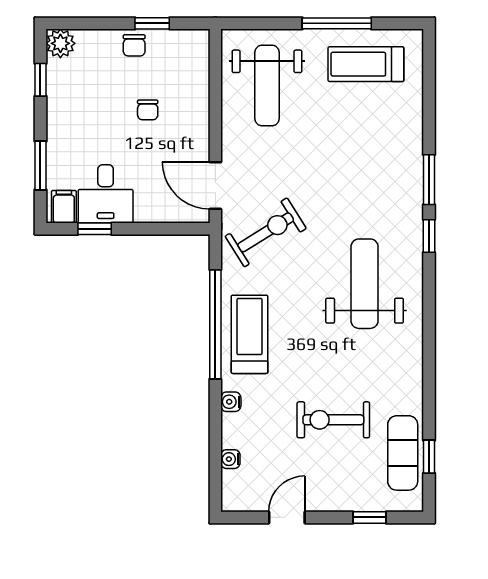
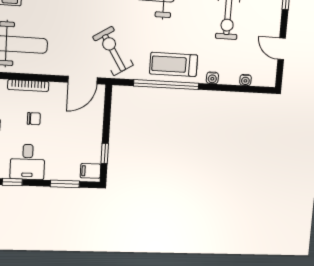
bookcase: (201, 99) -> (28, 86), added
desk: (106, 194) -> (28, 162), moved, turned 90

